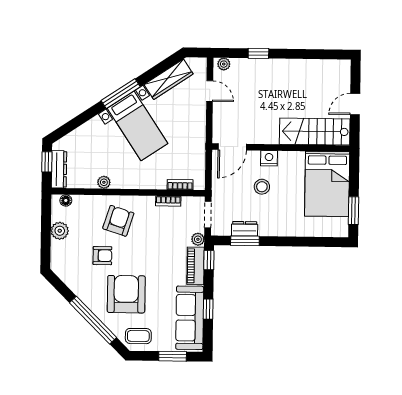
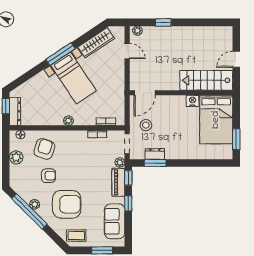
nightstand: (269, 158) -> (193, 101), moved
plant: (104, 182) -> (68, 121), moved
stool: (262, 187) -> (146, 125), moved
armchair: (118, 221) -> (44, 149), moved
plant: (83, 294) -> (35, 204), added
armchair: (126, 294) -> (67, 204), turned 90
window: (208, 309) -> (128, 203), moved
sofa: (190, 318) -> (115, 221), width x0.73
window: (93, 320) -> (29, 211), moved

